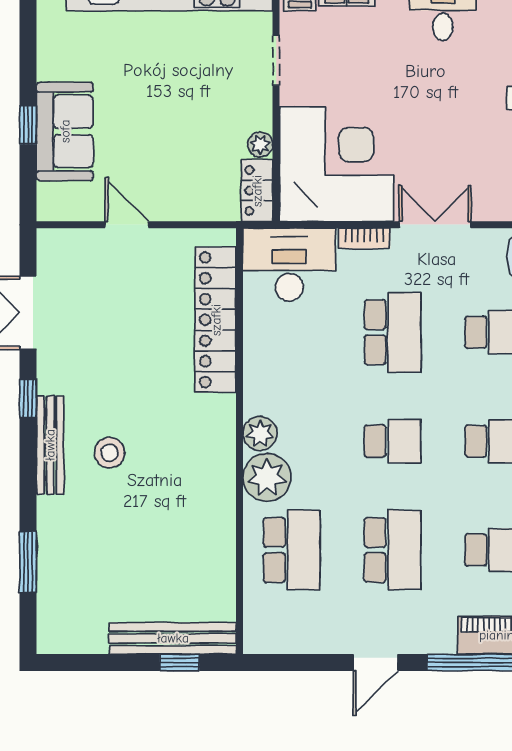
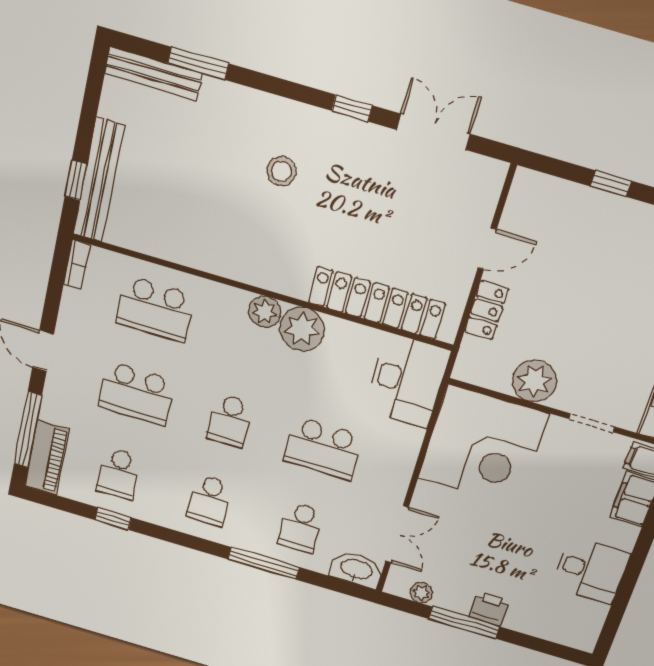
sofa: (65, 131) -> (593, 217), removed
plant: (260, 145) -> (534, 381), width x1.87, depth x1.87
locker: (257, 191) -> (486, 310), moved, turned 90
double door: (435, 225) -> (397, 534), moved
bookcase: (364, 238) -> (77, 265), moved, turned 180
bench: (50, 445) -> (153, 73), moved
plant: (267, 477) -> (302, 329), moved

